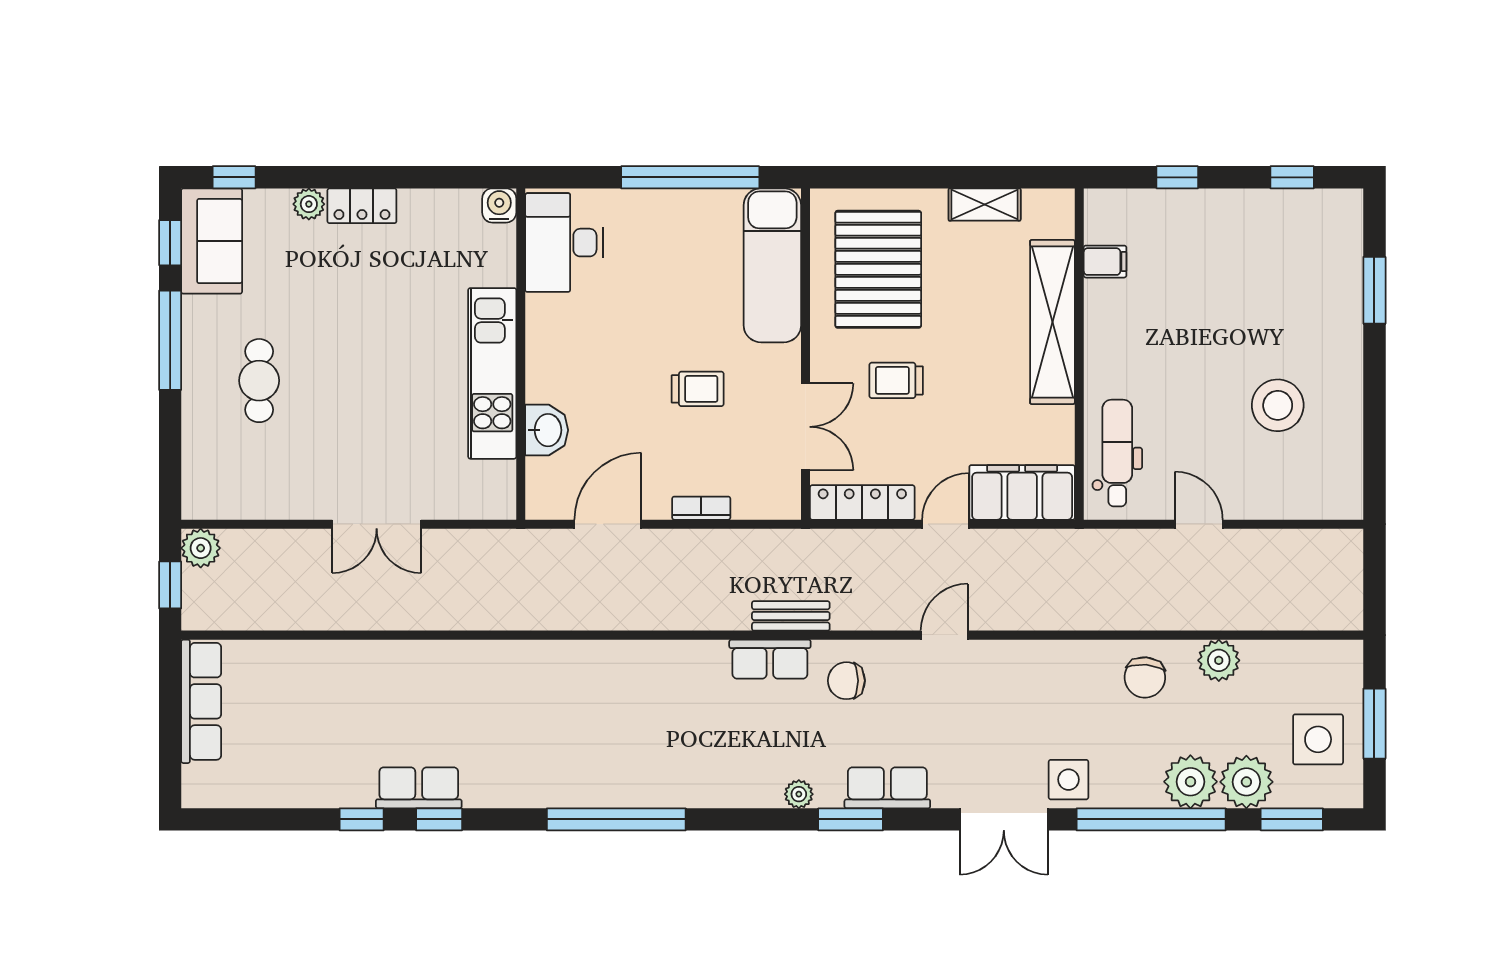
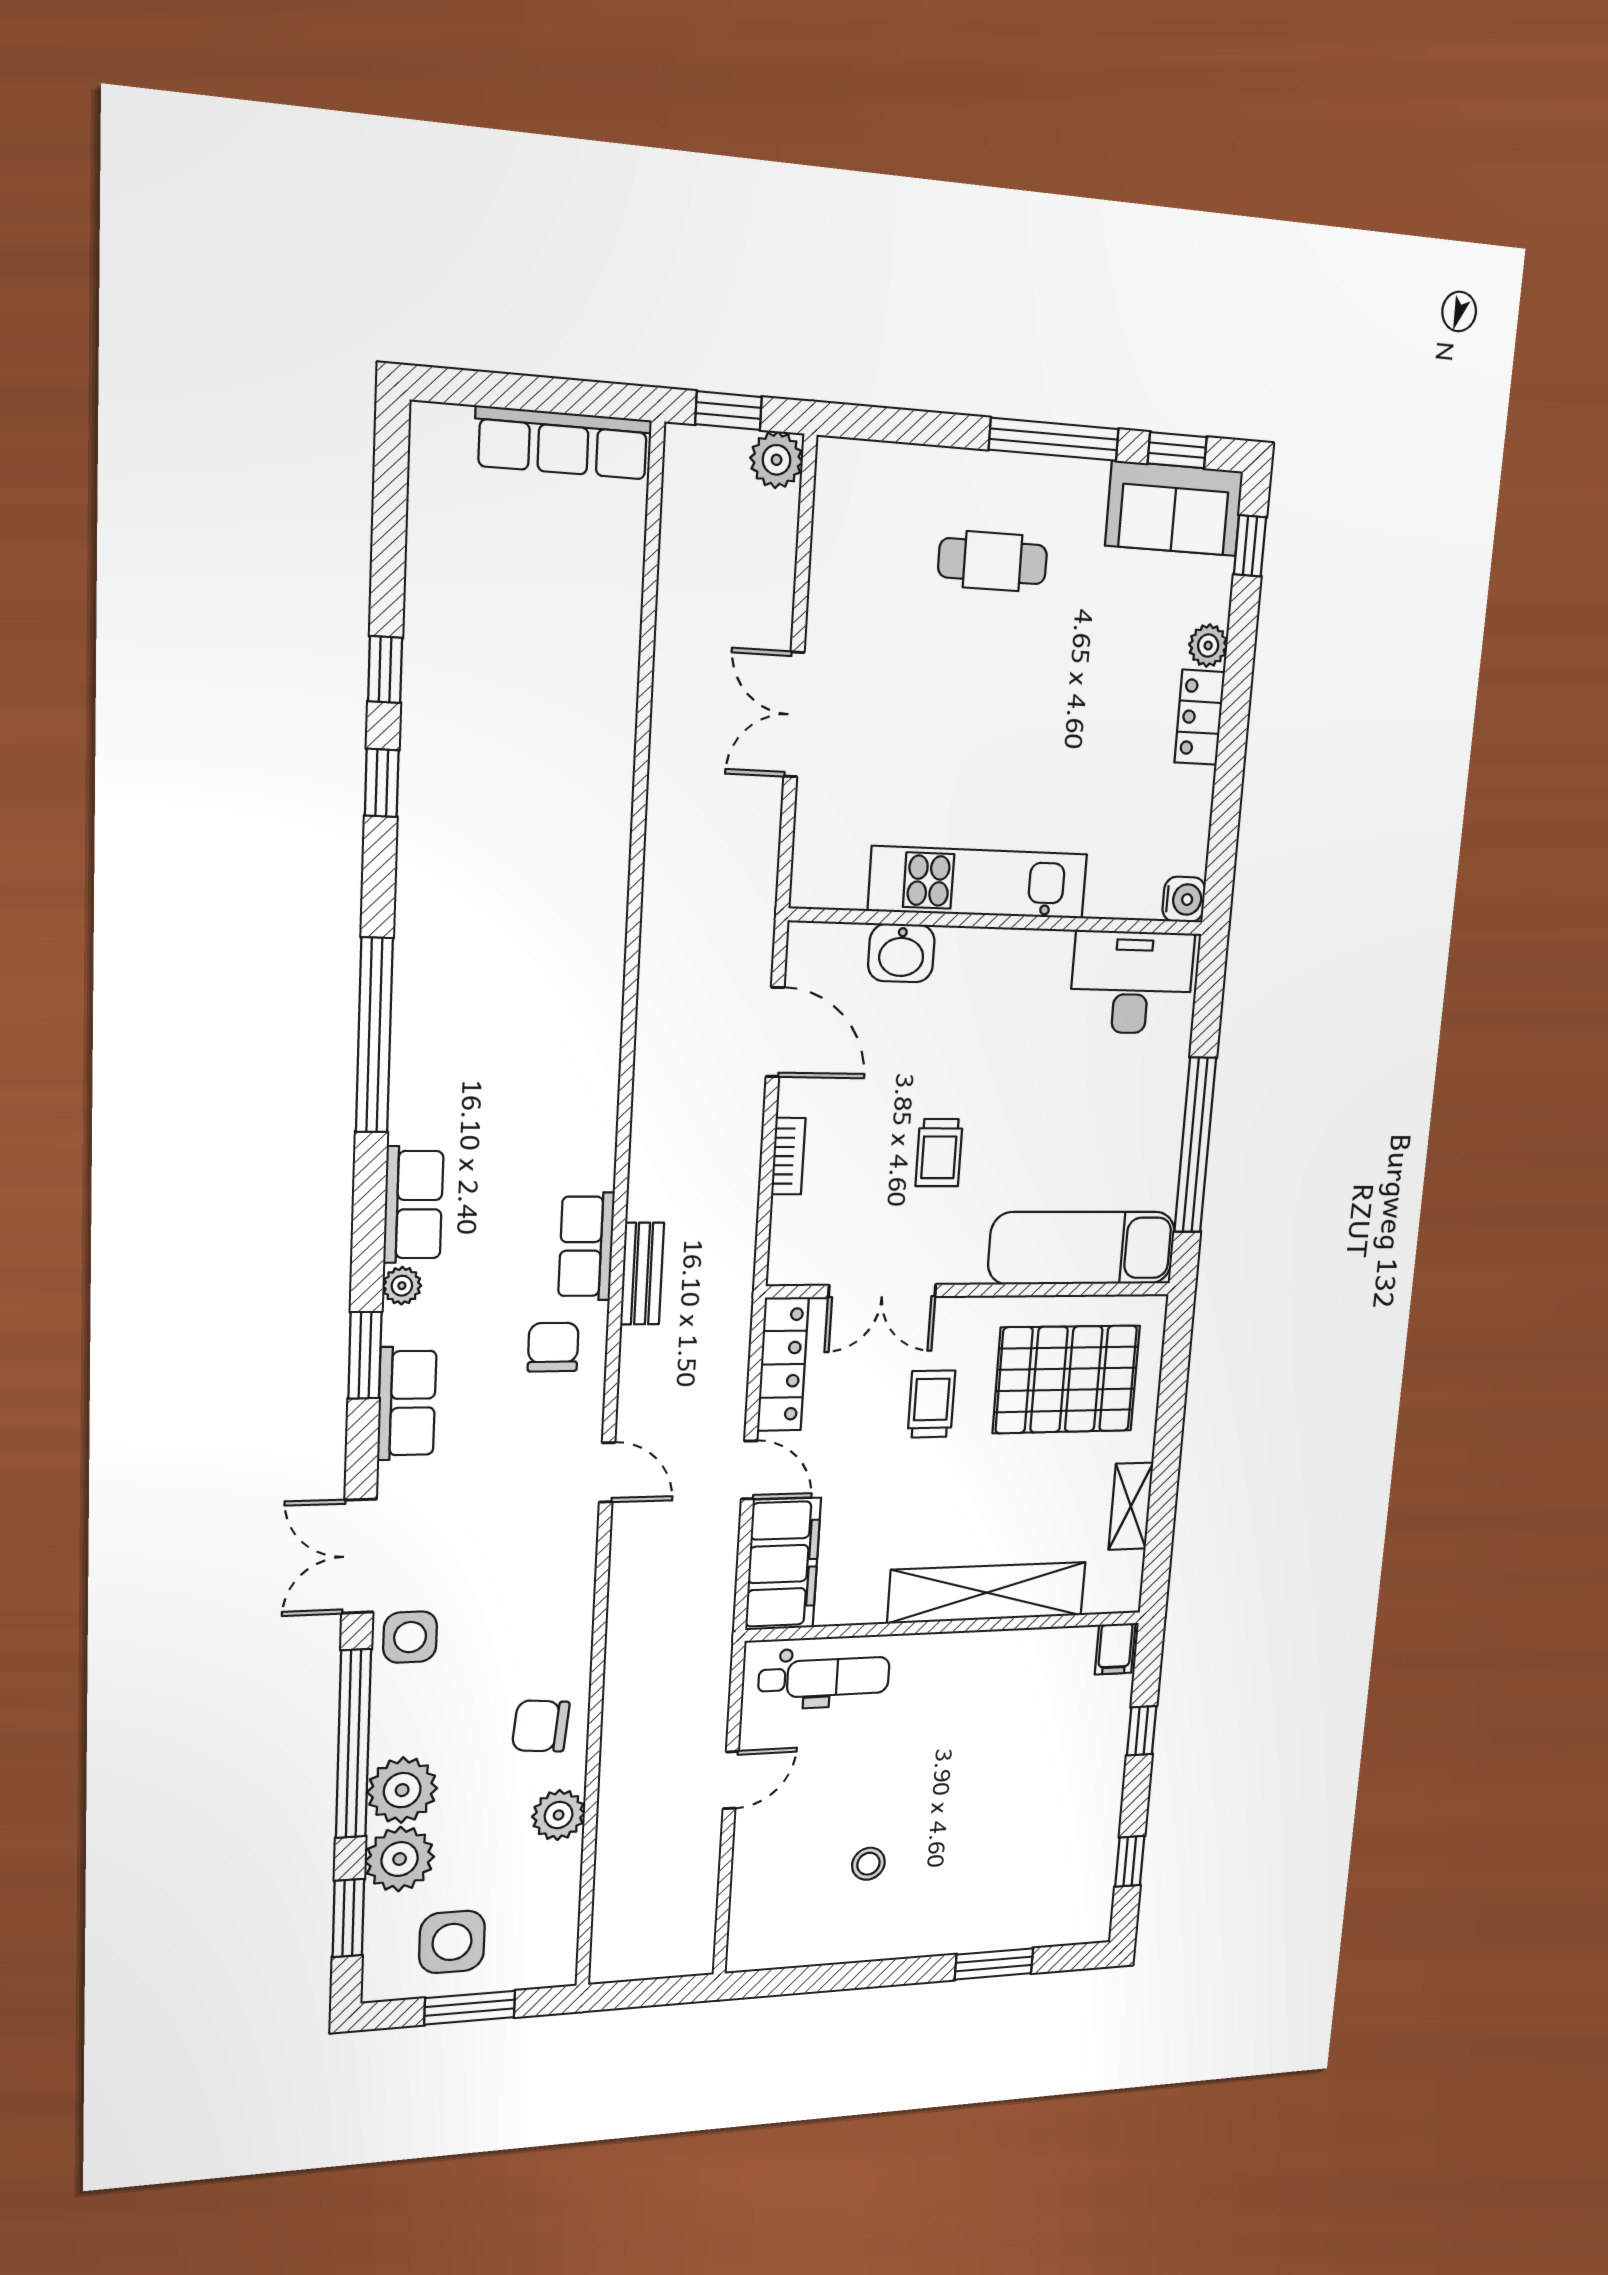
filing cabinet: (1105, 262) -> (1115, 1649), moved
stool: (1278, 405) -> (868, 1864), width x0.53, depth x0.53
row of seats: (419, 788) -> (413, 1205), moved

